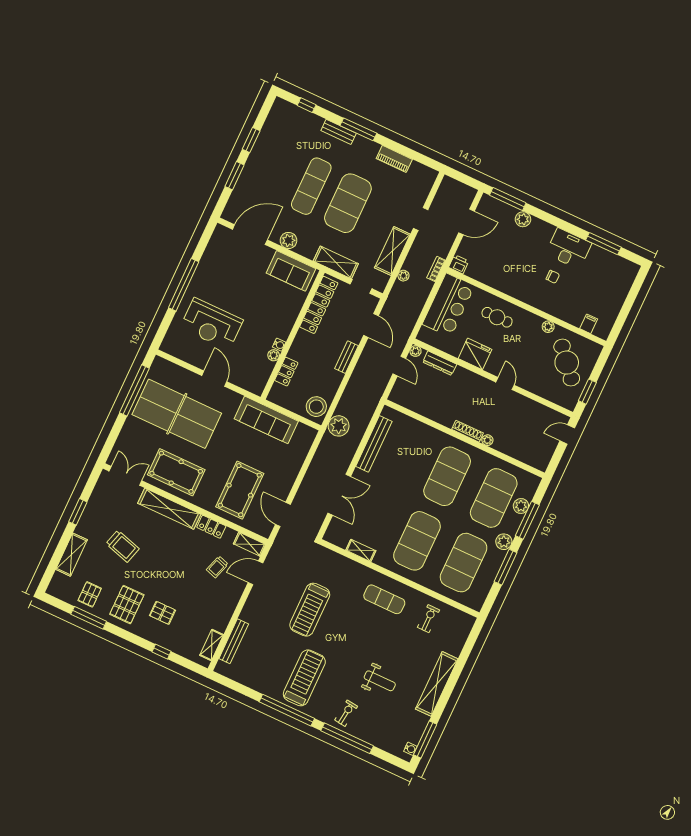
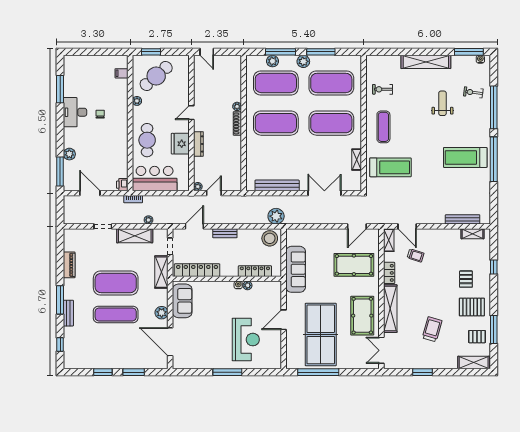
window: (184, 285) -> (227, 372), width x0.68
cafe table: (497, 317) -> (147, 140), width x1.37, depth x1.35
dresser: (440, 363) -> (198, 144), moved
locker: (286, 372) -> (255, 271), width x1.53
window: (587, 392) -> (151, 52), moved
shelving: (71, 555) -> (474, 363), moved
treadmill: (310, 610) -> (391, 167), moved
exercise bike: (346, 713) -> (473, 92), moved

